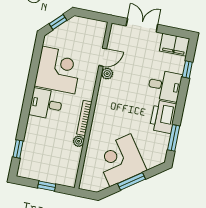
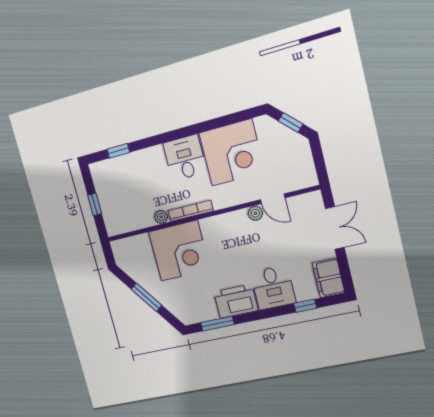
corner desk: (120, 160) -> (179, 251), moved, turned 125

